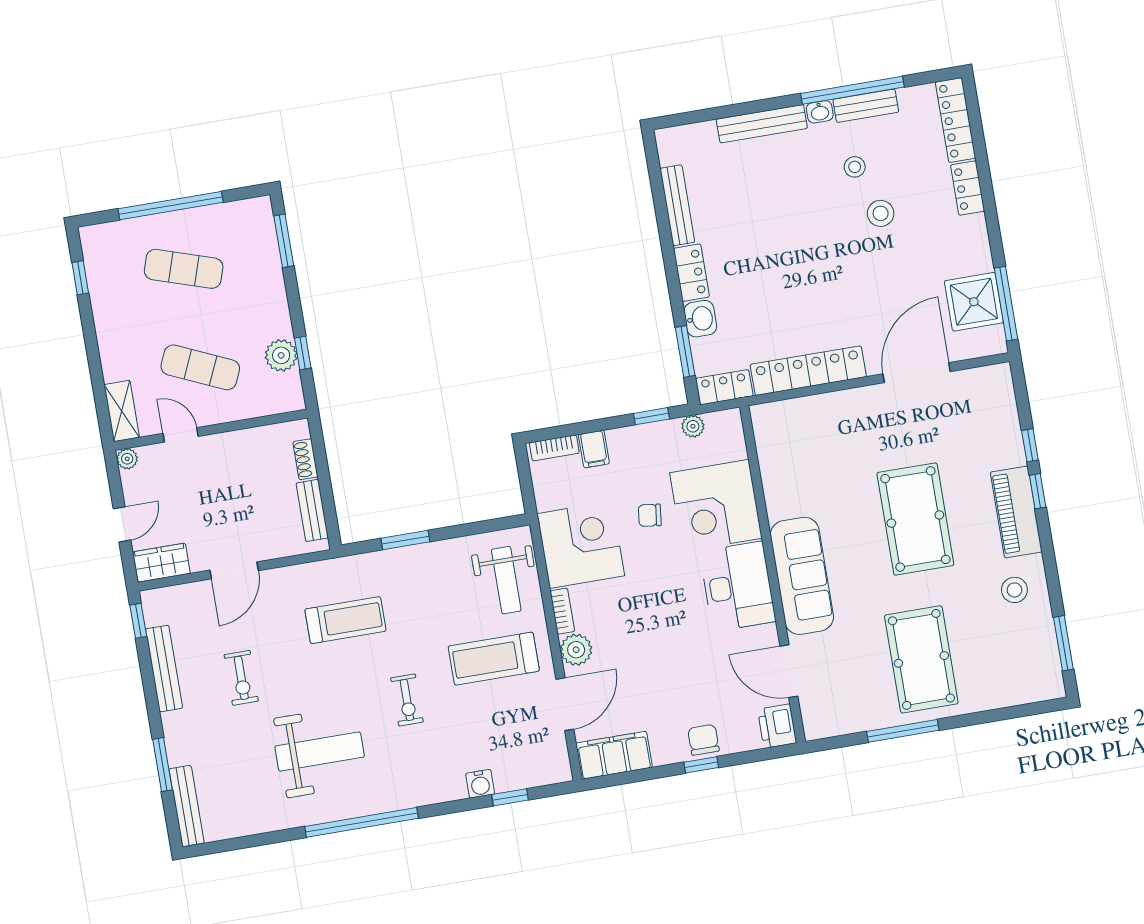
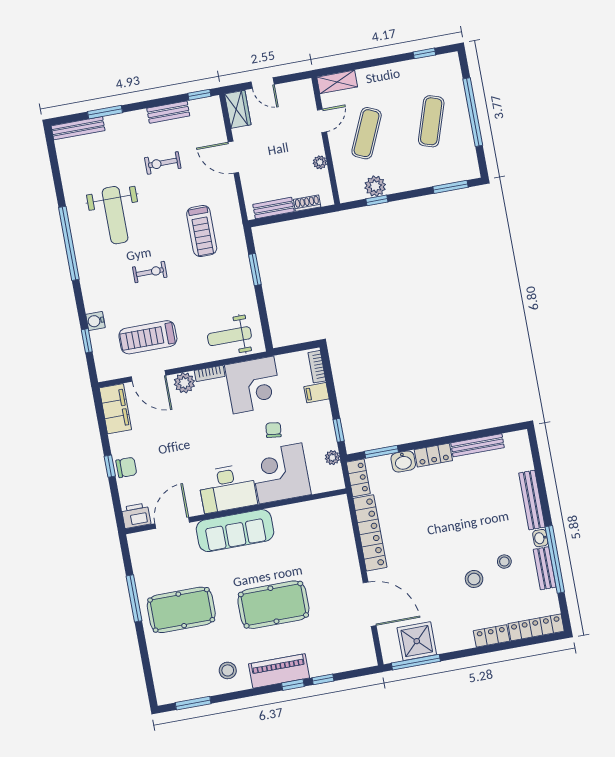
plant: (127, 459) -> (320, 162), moved
treadmill: (494, 659) -> (148, 337), moved, turned -90
bench: (164, 669) -> (168, 112), width x0.73
exercise bike: (407, 700) -> (150, 272), turned 180

